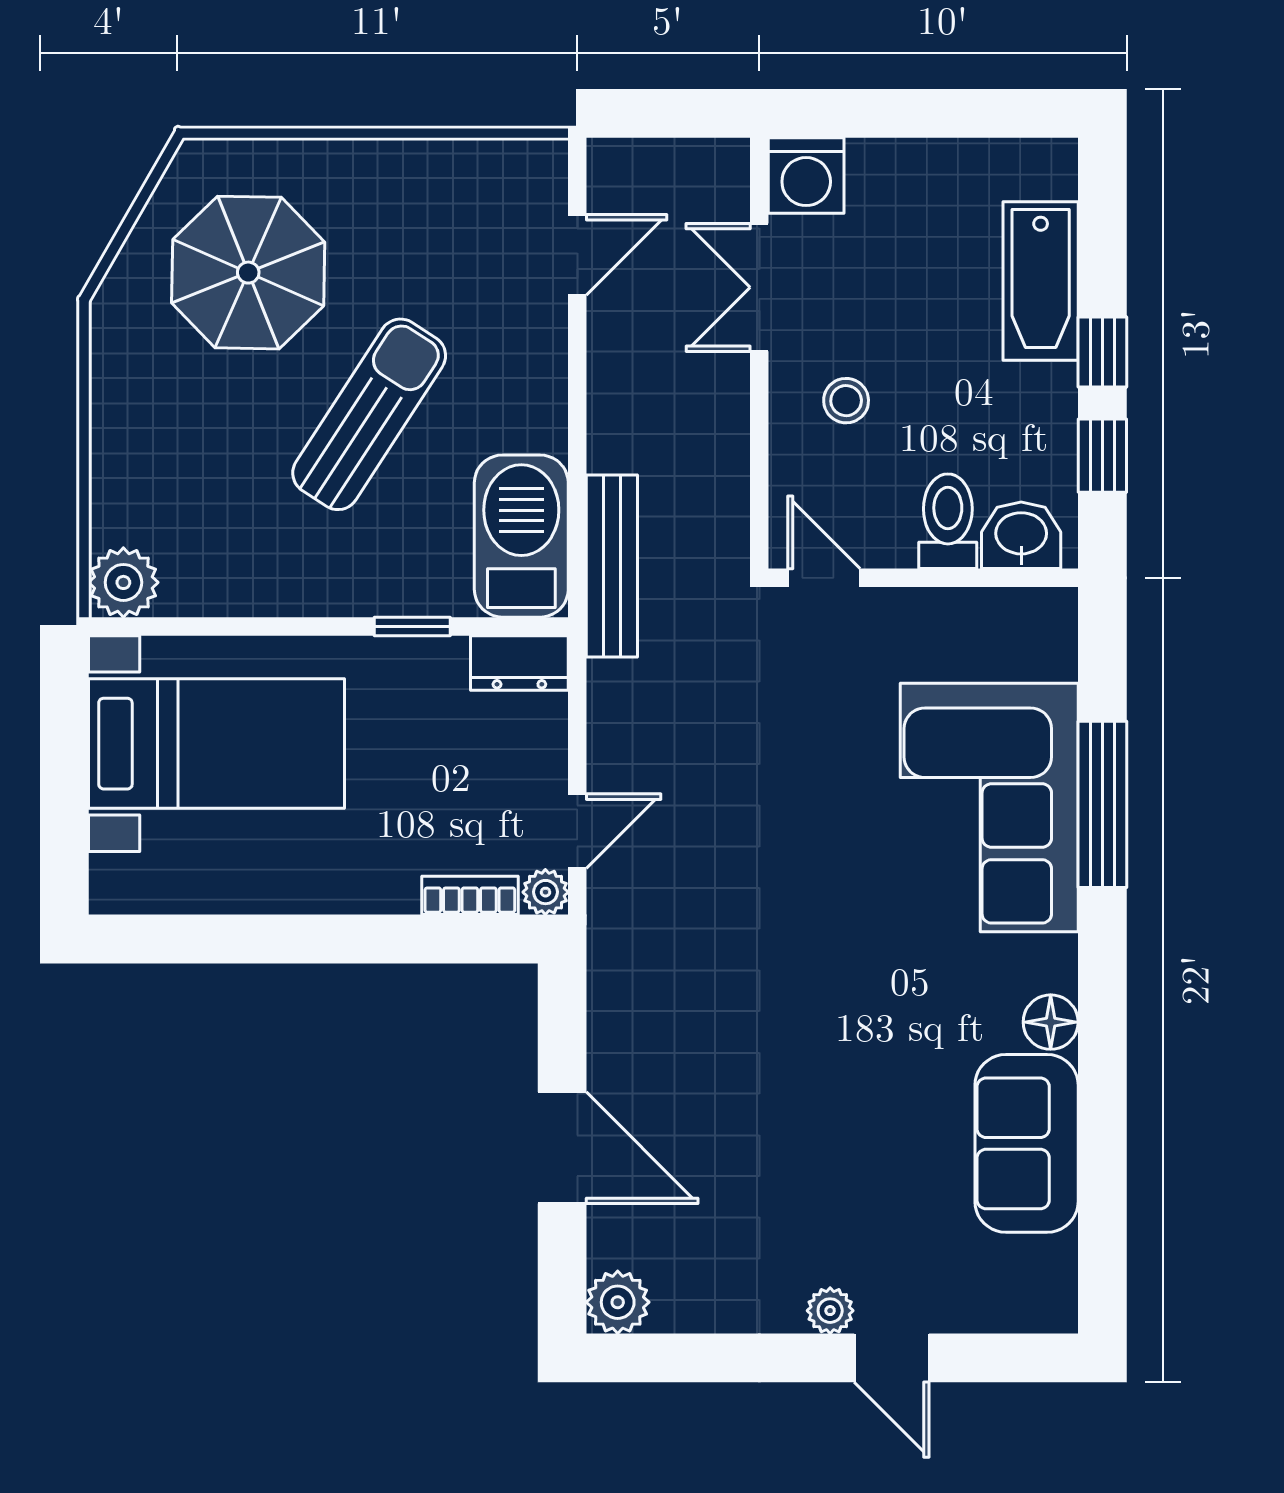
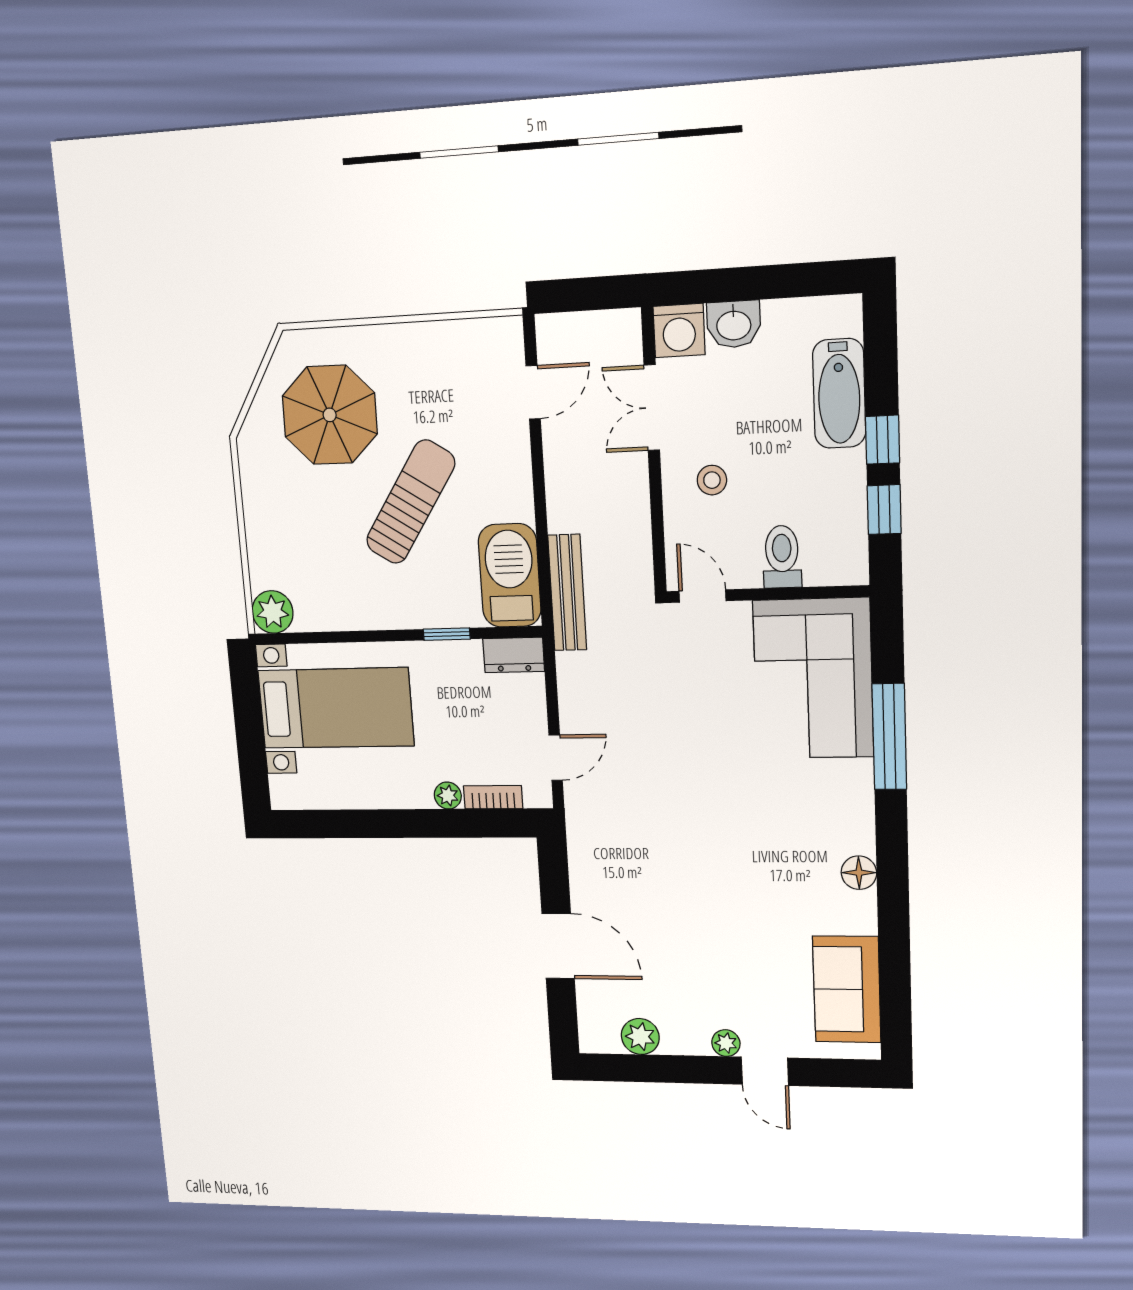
washbasin: (1021, 535) -> (734, 324), moved, turned 180
corner sofa: (989, 807) -> (813, 679), moved
plant: (545, 892) -> (448, 796), moved
sofa: (1027, 1143) -> (847, 989), moved
plant: (618, 1302) -> (640, 1037), moved

